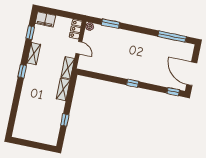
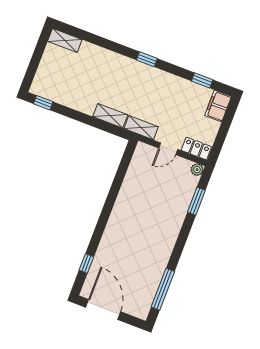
shelving: (34, 54) -> (65, 40), moved
door: (192, 74) -> (103, 310), hinge flipped
window: (133, 83) -> (103, 220), removed
window: (173, 92) -> (86, 264), moved
window: (65, 120) -> (43, 103), moved

